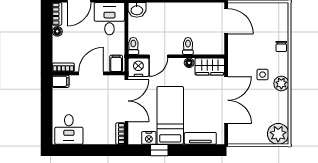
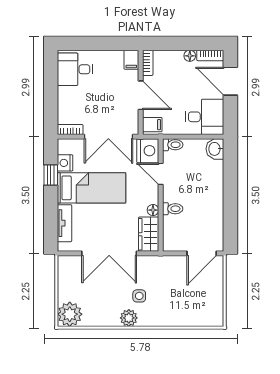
chair: (281, 46) -> (172, 318), removed

